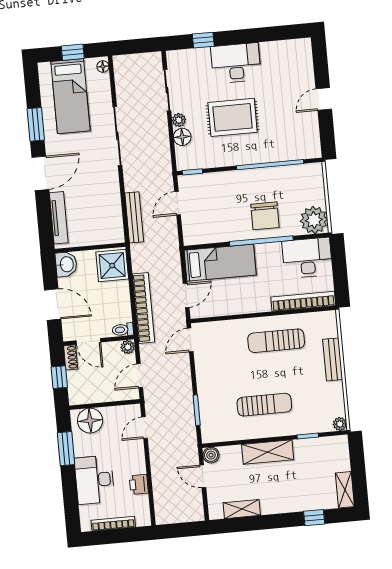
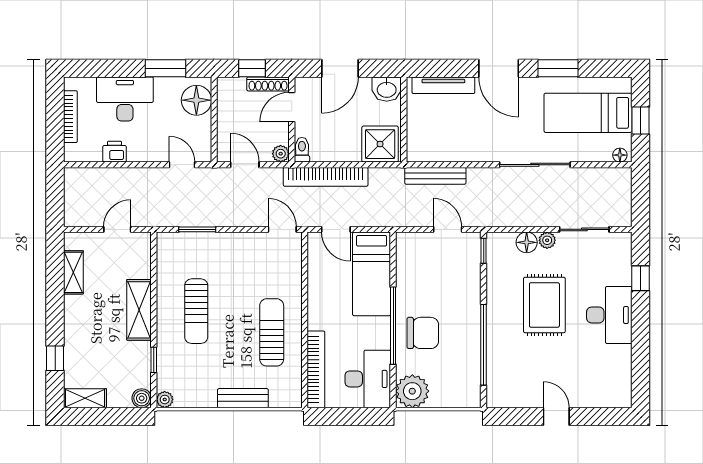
chair: (265, 216) -> (423, 333), turned 180
shoe rack: (71, 357) -> (268, 84), width x1.43
boiler: (211, 455) -> (142, 398), moved

